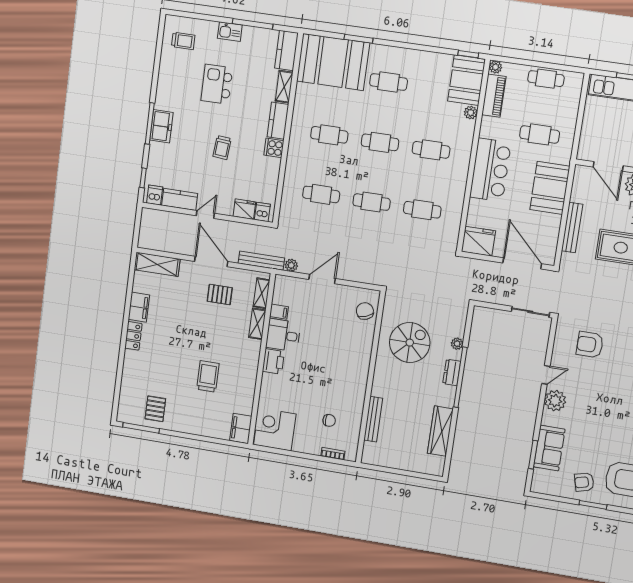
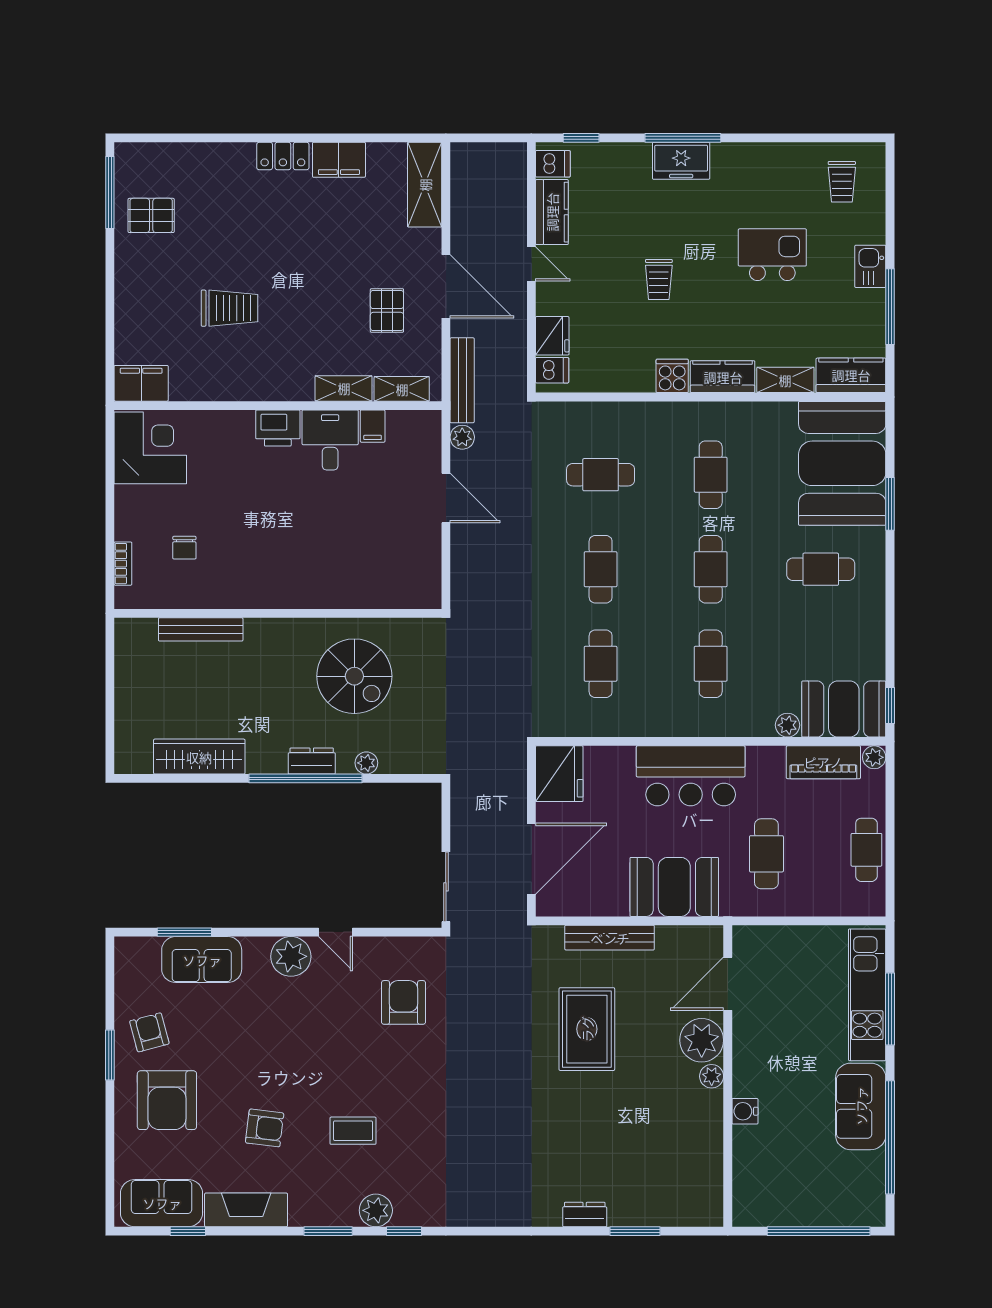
cafe table: (388, 82) -> (821, 569), turned 90
trolley: (222, 147) -> (659, 280), turned -95
cafe table: (321, 194) -> (601, 475), turned 90
door: (211, 261) -> (446, 286), hinge flipped
chair: (365, 311) -> (399, 585), removed

